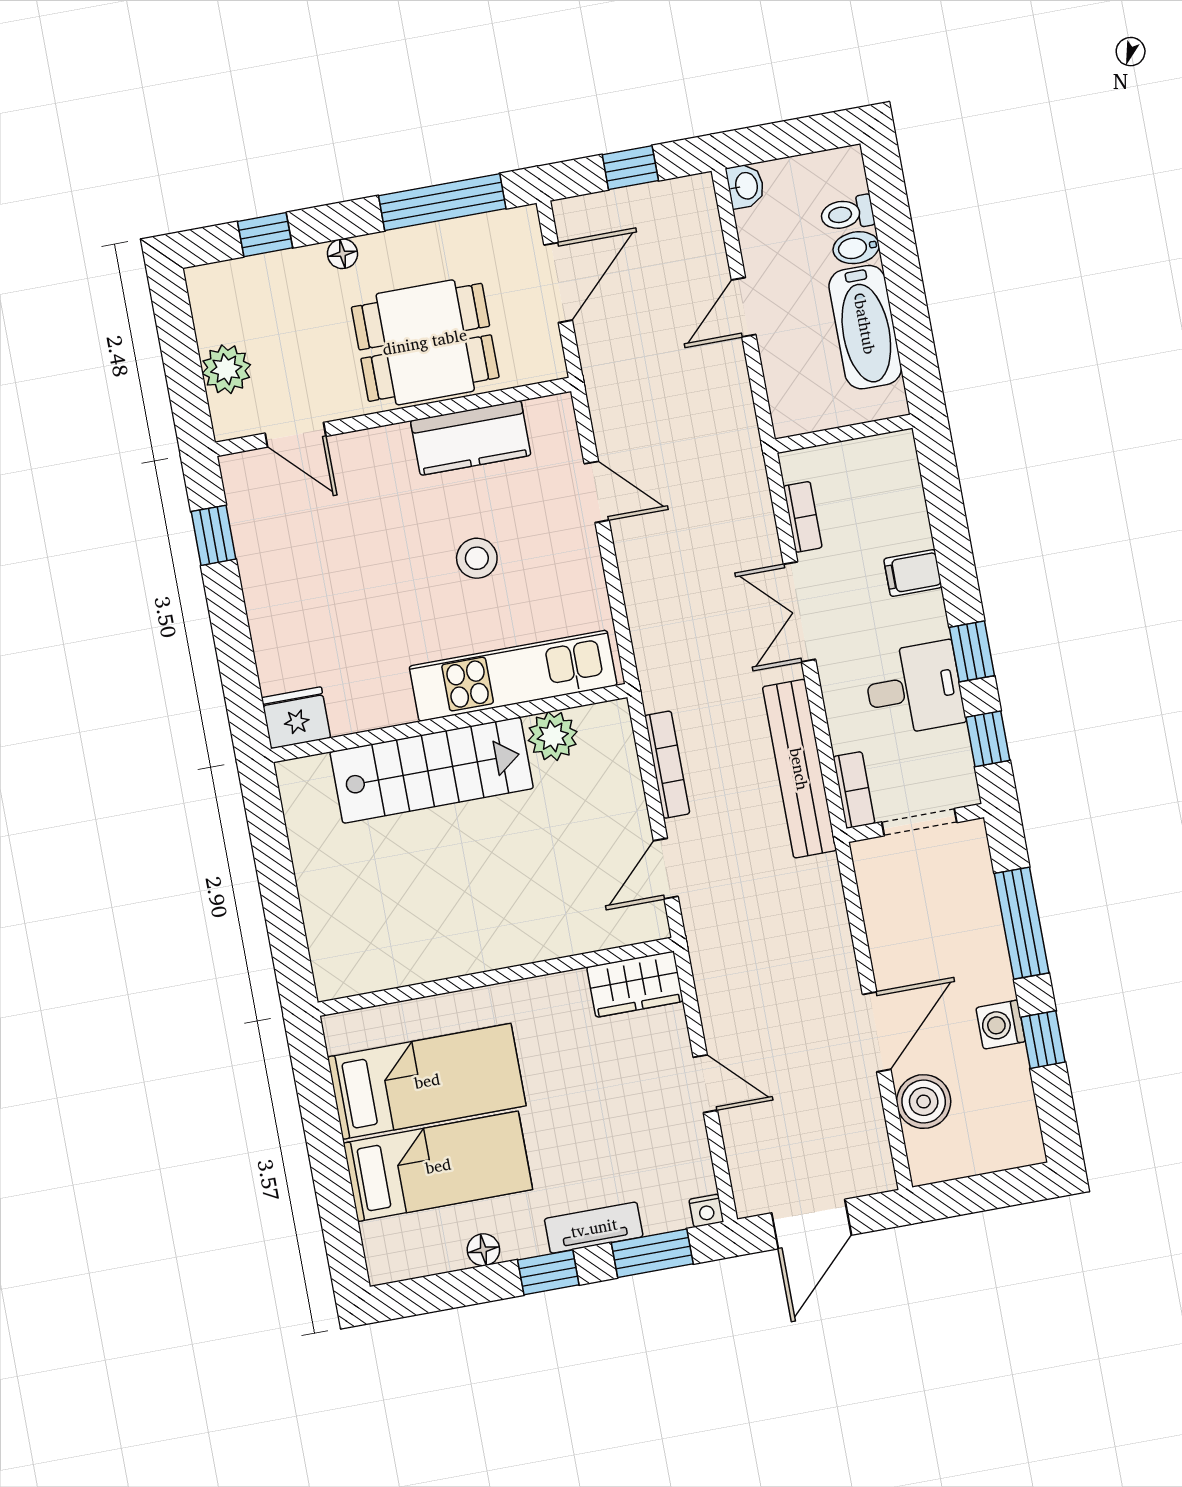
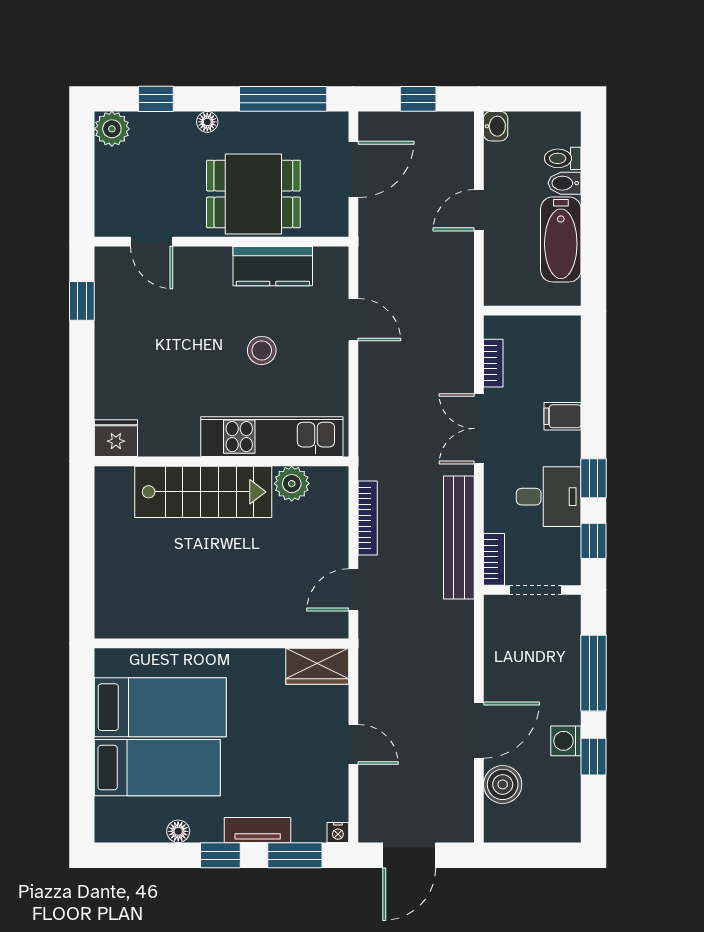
plant: (226, 369) -> (112, 129), moved

